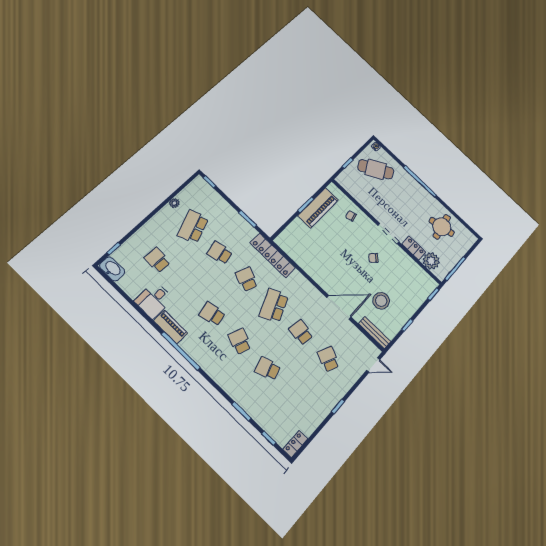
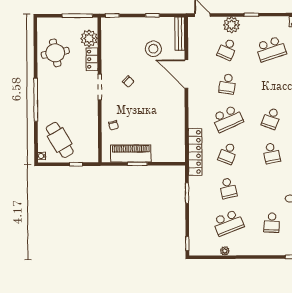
school desk: (268, 369) -> (271, 49), moved, width x1.85
plant: (345, 382) -> (232, 25), added

